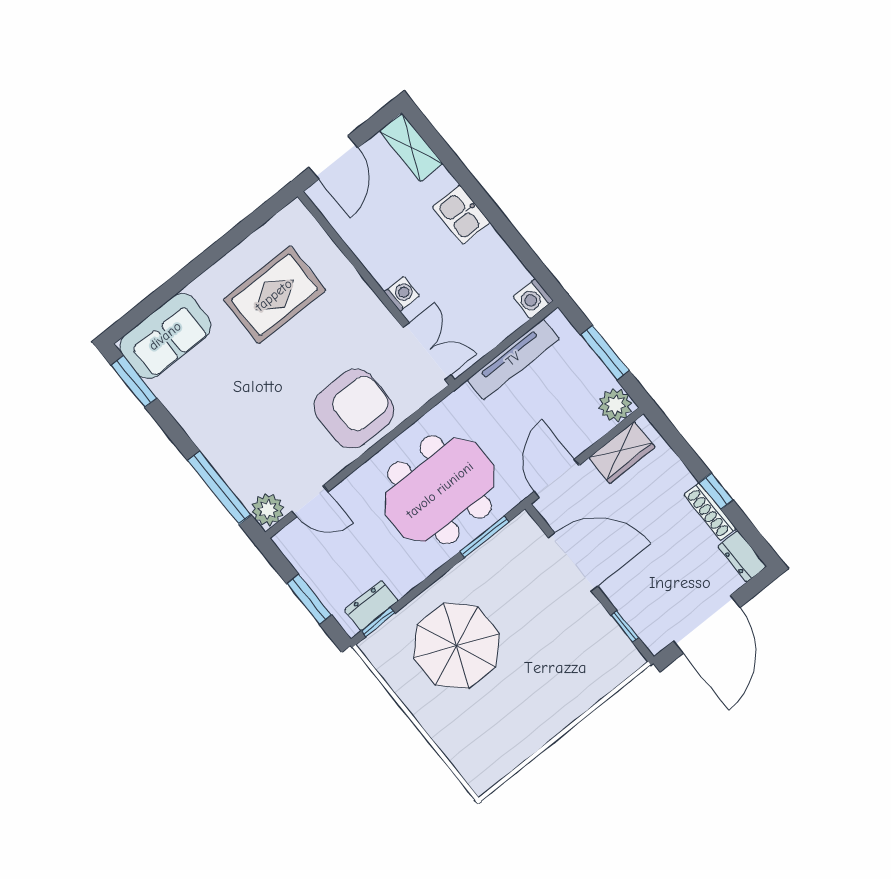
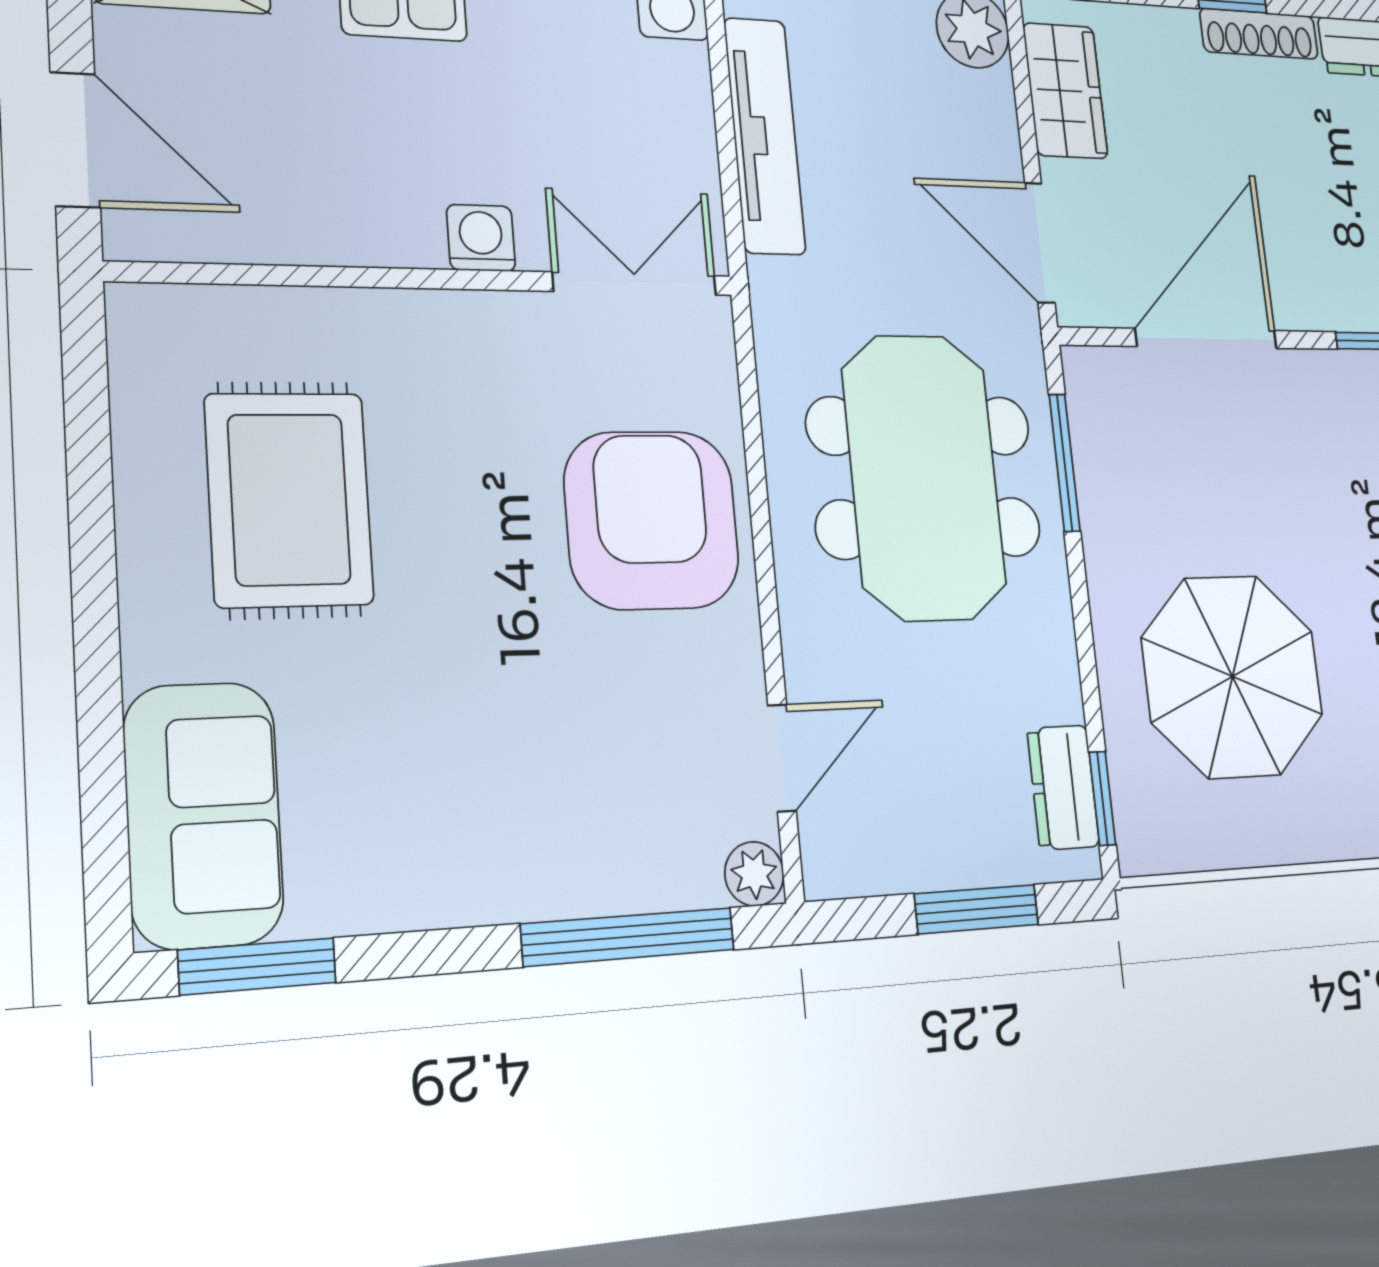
plant: (268, 510) -> (754, 874), width x0.73, depth x0.73

